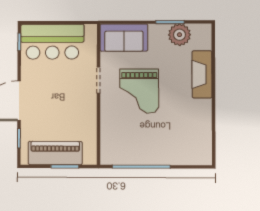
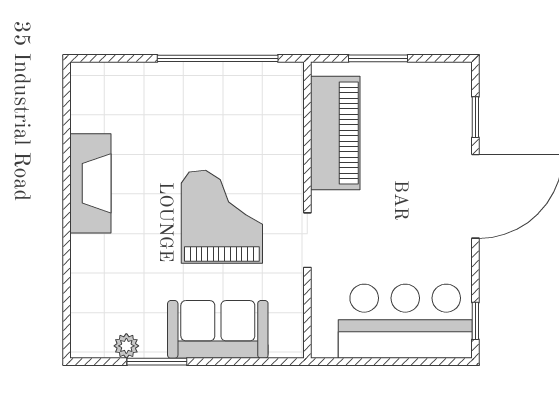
plant: (179, 35) -> (126, 346), width x0.53, depth x0.53
sofa: (124, 38) -> (218, 329), moved
fireplace: (202, 74) -> (90, 183), moved
piano: (55, 153) -> (335, 133), moved, turned -90

